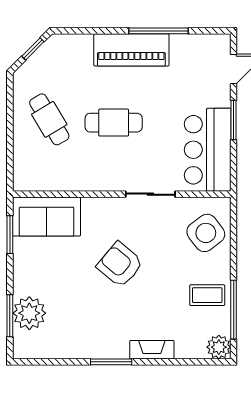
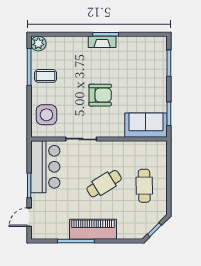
cafe table: (49, 119) -> (144, 186), turned 30
cafe table: (114, 123) -> (104, 184), turned -32
side table: (206, 233) -> (46, 115), turned 37
armchair: (120, 265) -> (100, 95), turned -40
plant: (29, 313) -> (157, 65), removed
fireplace: (152, 350) -> (102, 42), moved

